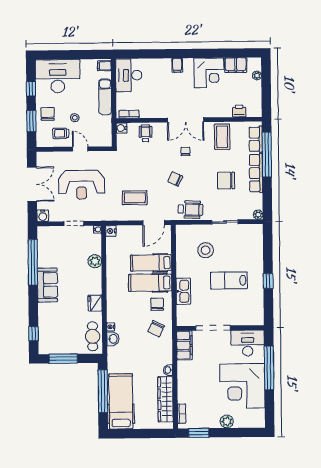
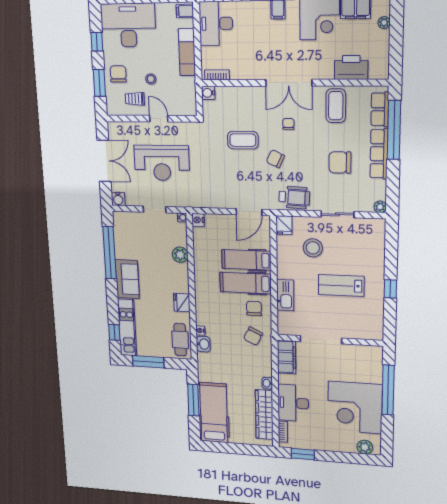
printer: (239, 111) -> (351, 68), width x1.87, depth x1.48
wheelchair: (146, 133) -> (238, 100), removed
coffee table: (135, 198) -> (243, 140), moved
fridge: (182, 232) -> (284, 225), added
kitchen unit: (45, 329) -> (127, 328), added
desk: (248, 343) -> (293, 403), moved, turned -90
window: (103, 391) -> (193, 400), width x0.68
plant: (227, 421) -> (365, 447), moved

